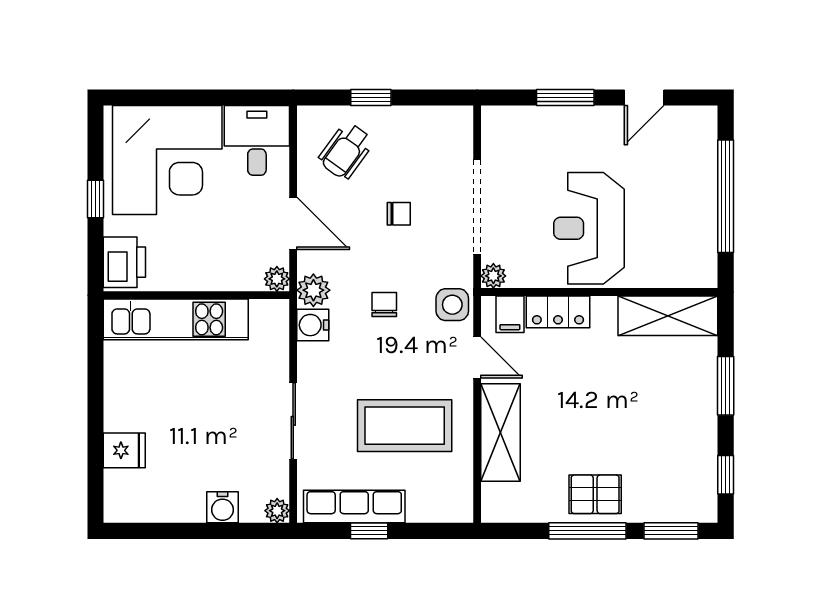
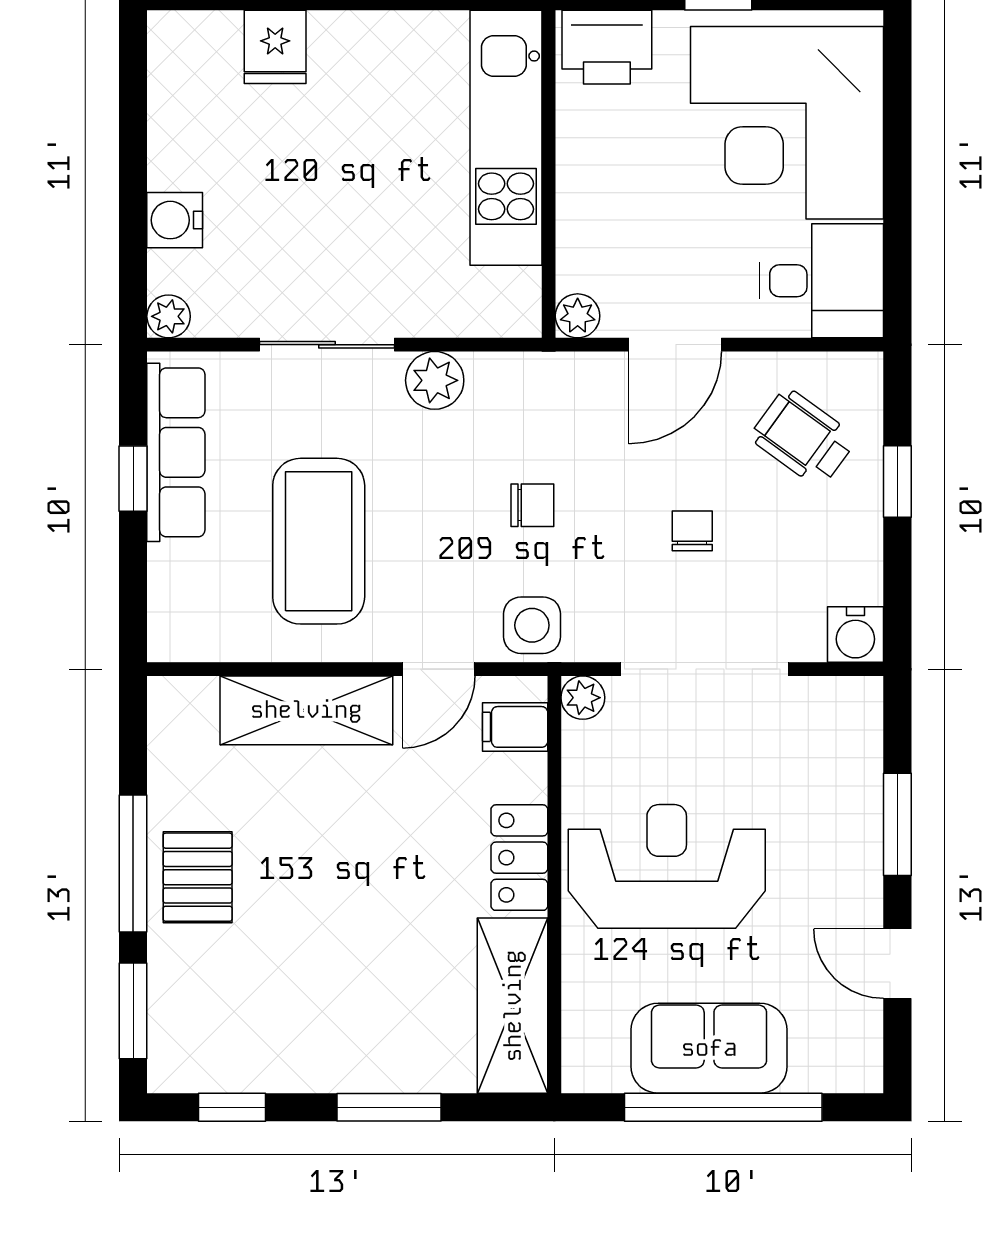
sofa: (692, 204) -> (709, 1048), added
chair: (399, 214) -> (692, 531), turned 180
plant: (313, 290) -> (435, 380), moved
locker: (558, 312) -> (519, 858), moved
water cooler: (313, 325) -> (855, 635), moved, turned 180

